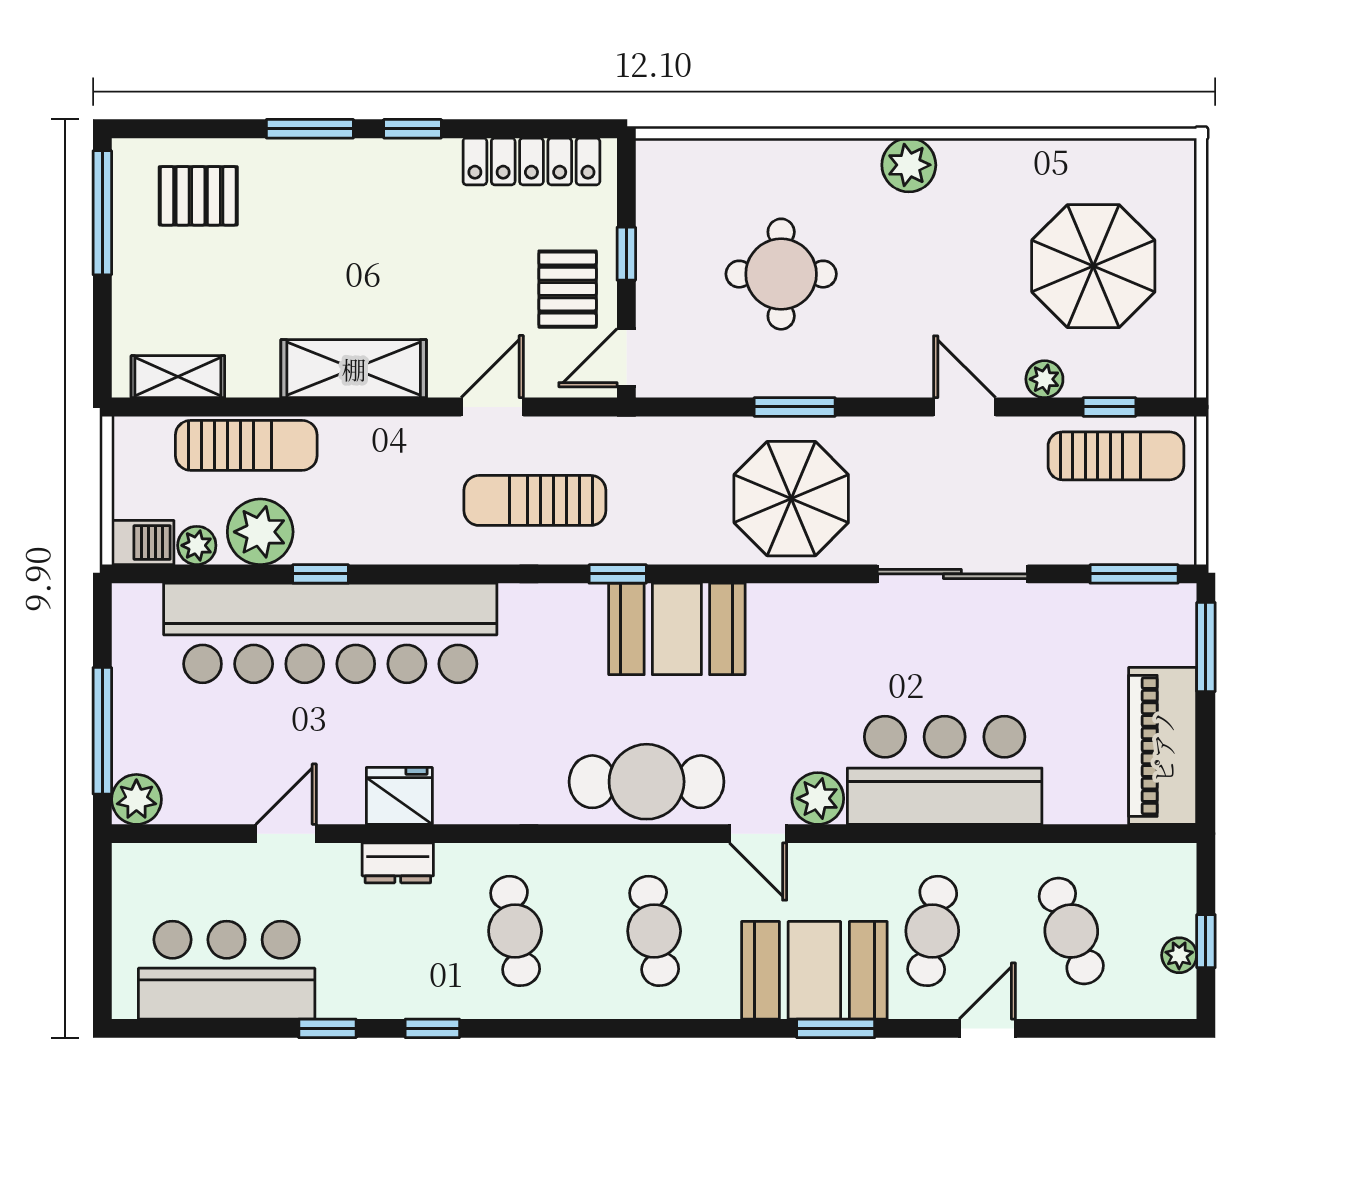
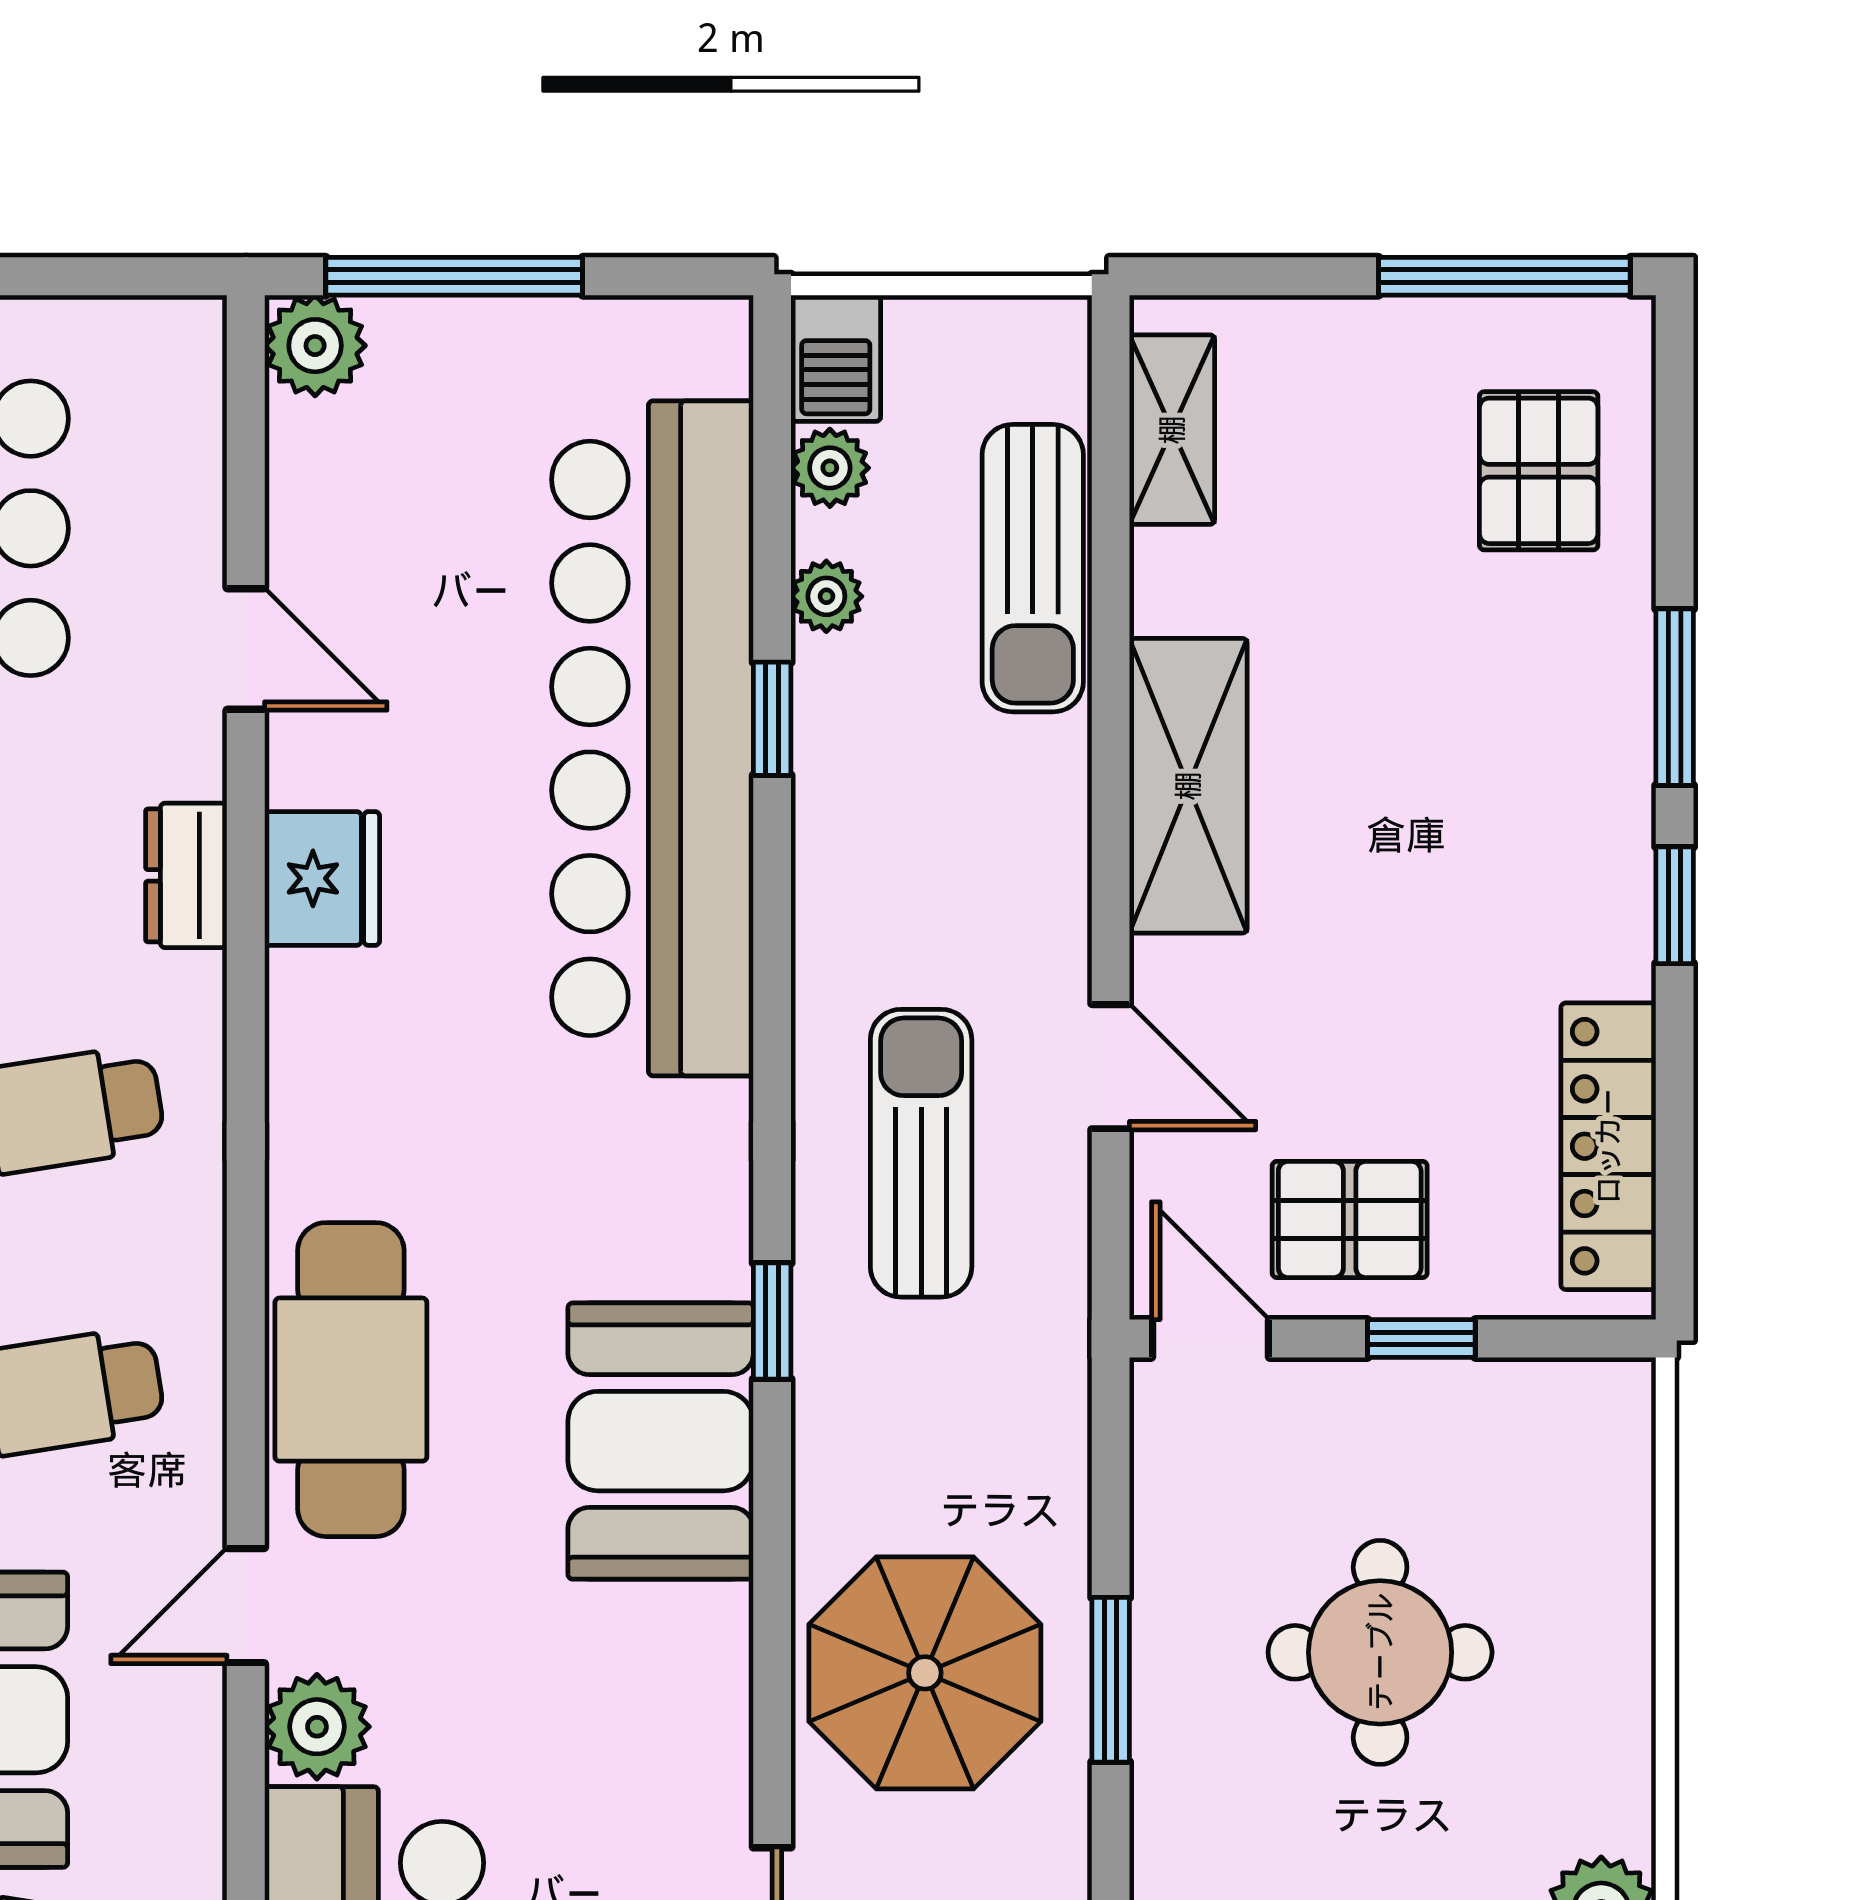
plant: (260, 532) -> (826, 596), width x0.53, depth x0.53

